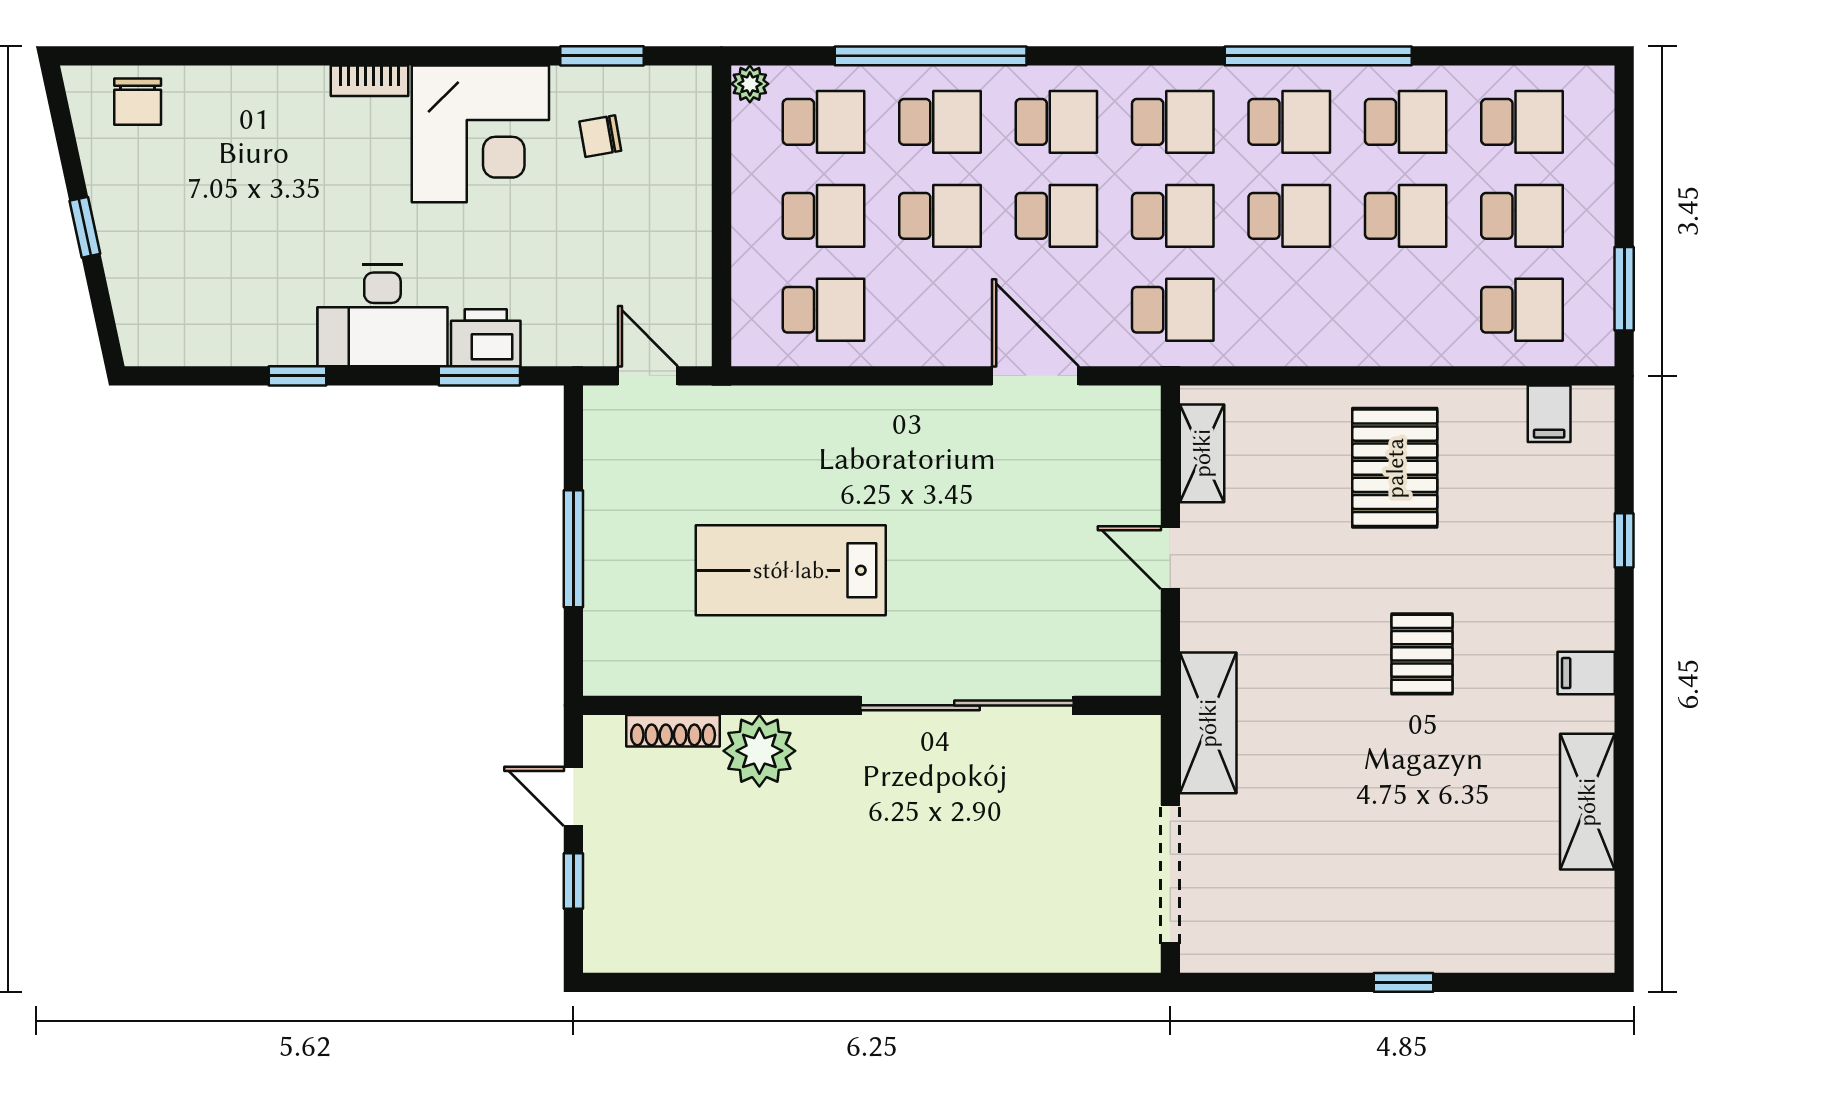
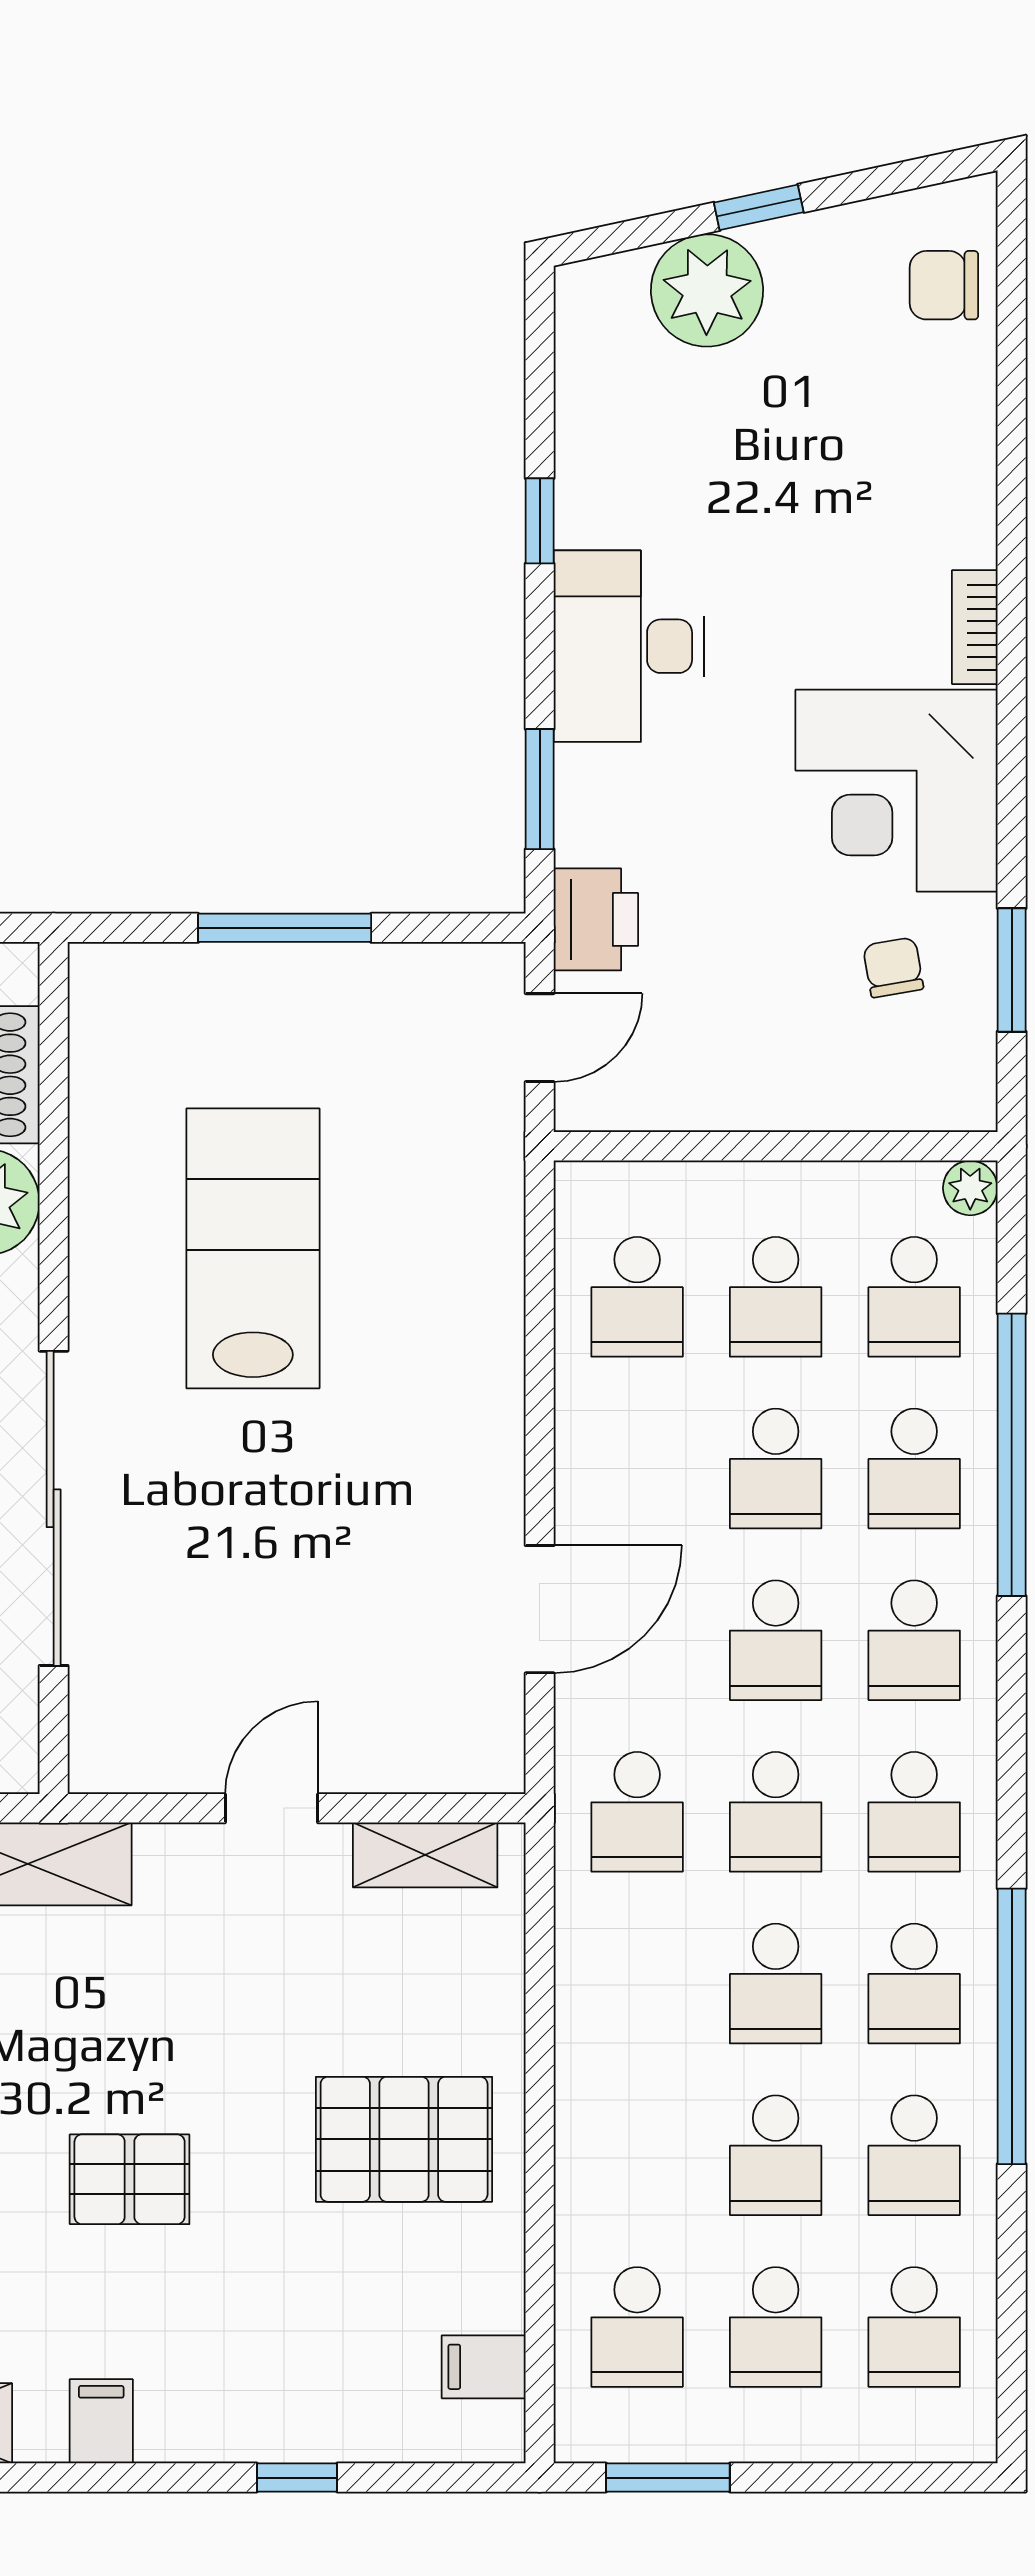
plant: (141, 262) -> (707, 290), added
printer: (486, 338) -> (596, 919), moved

